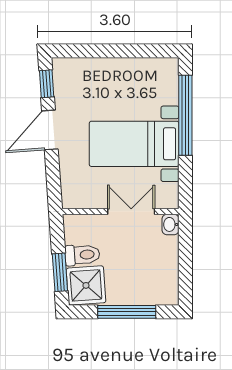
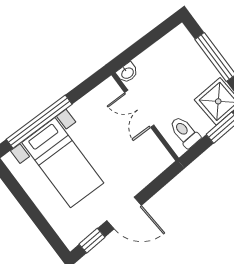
bed with nightstands: (134, 144) -> (63, 163), moved
toilet: (82, 255) -> (185, 132), moved

